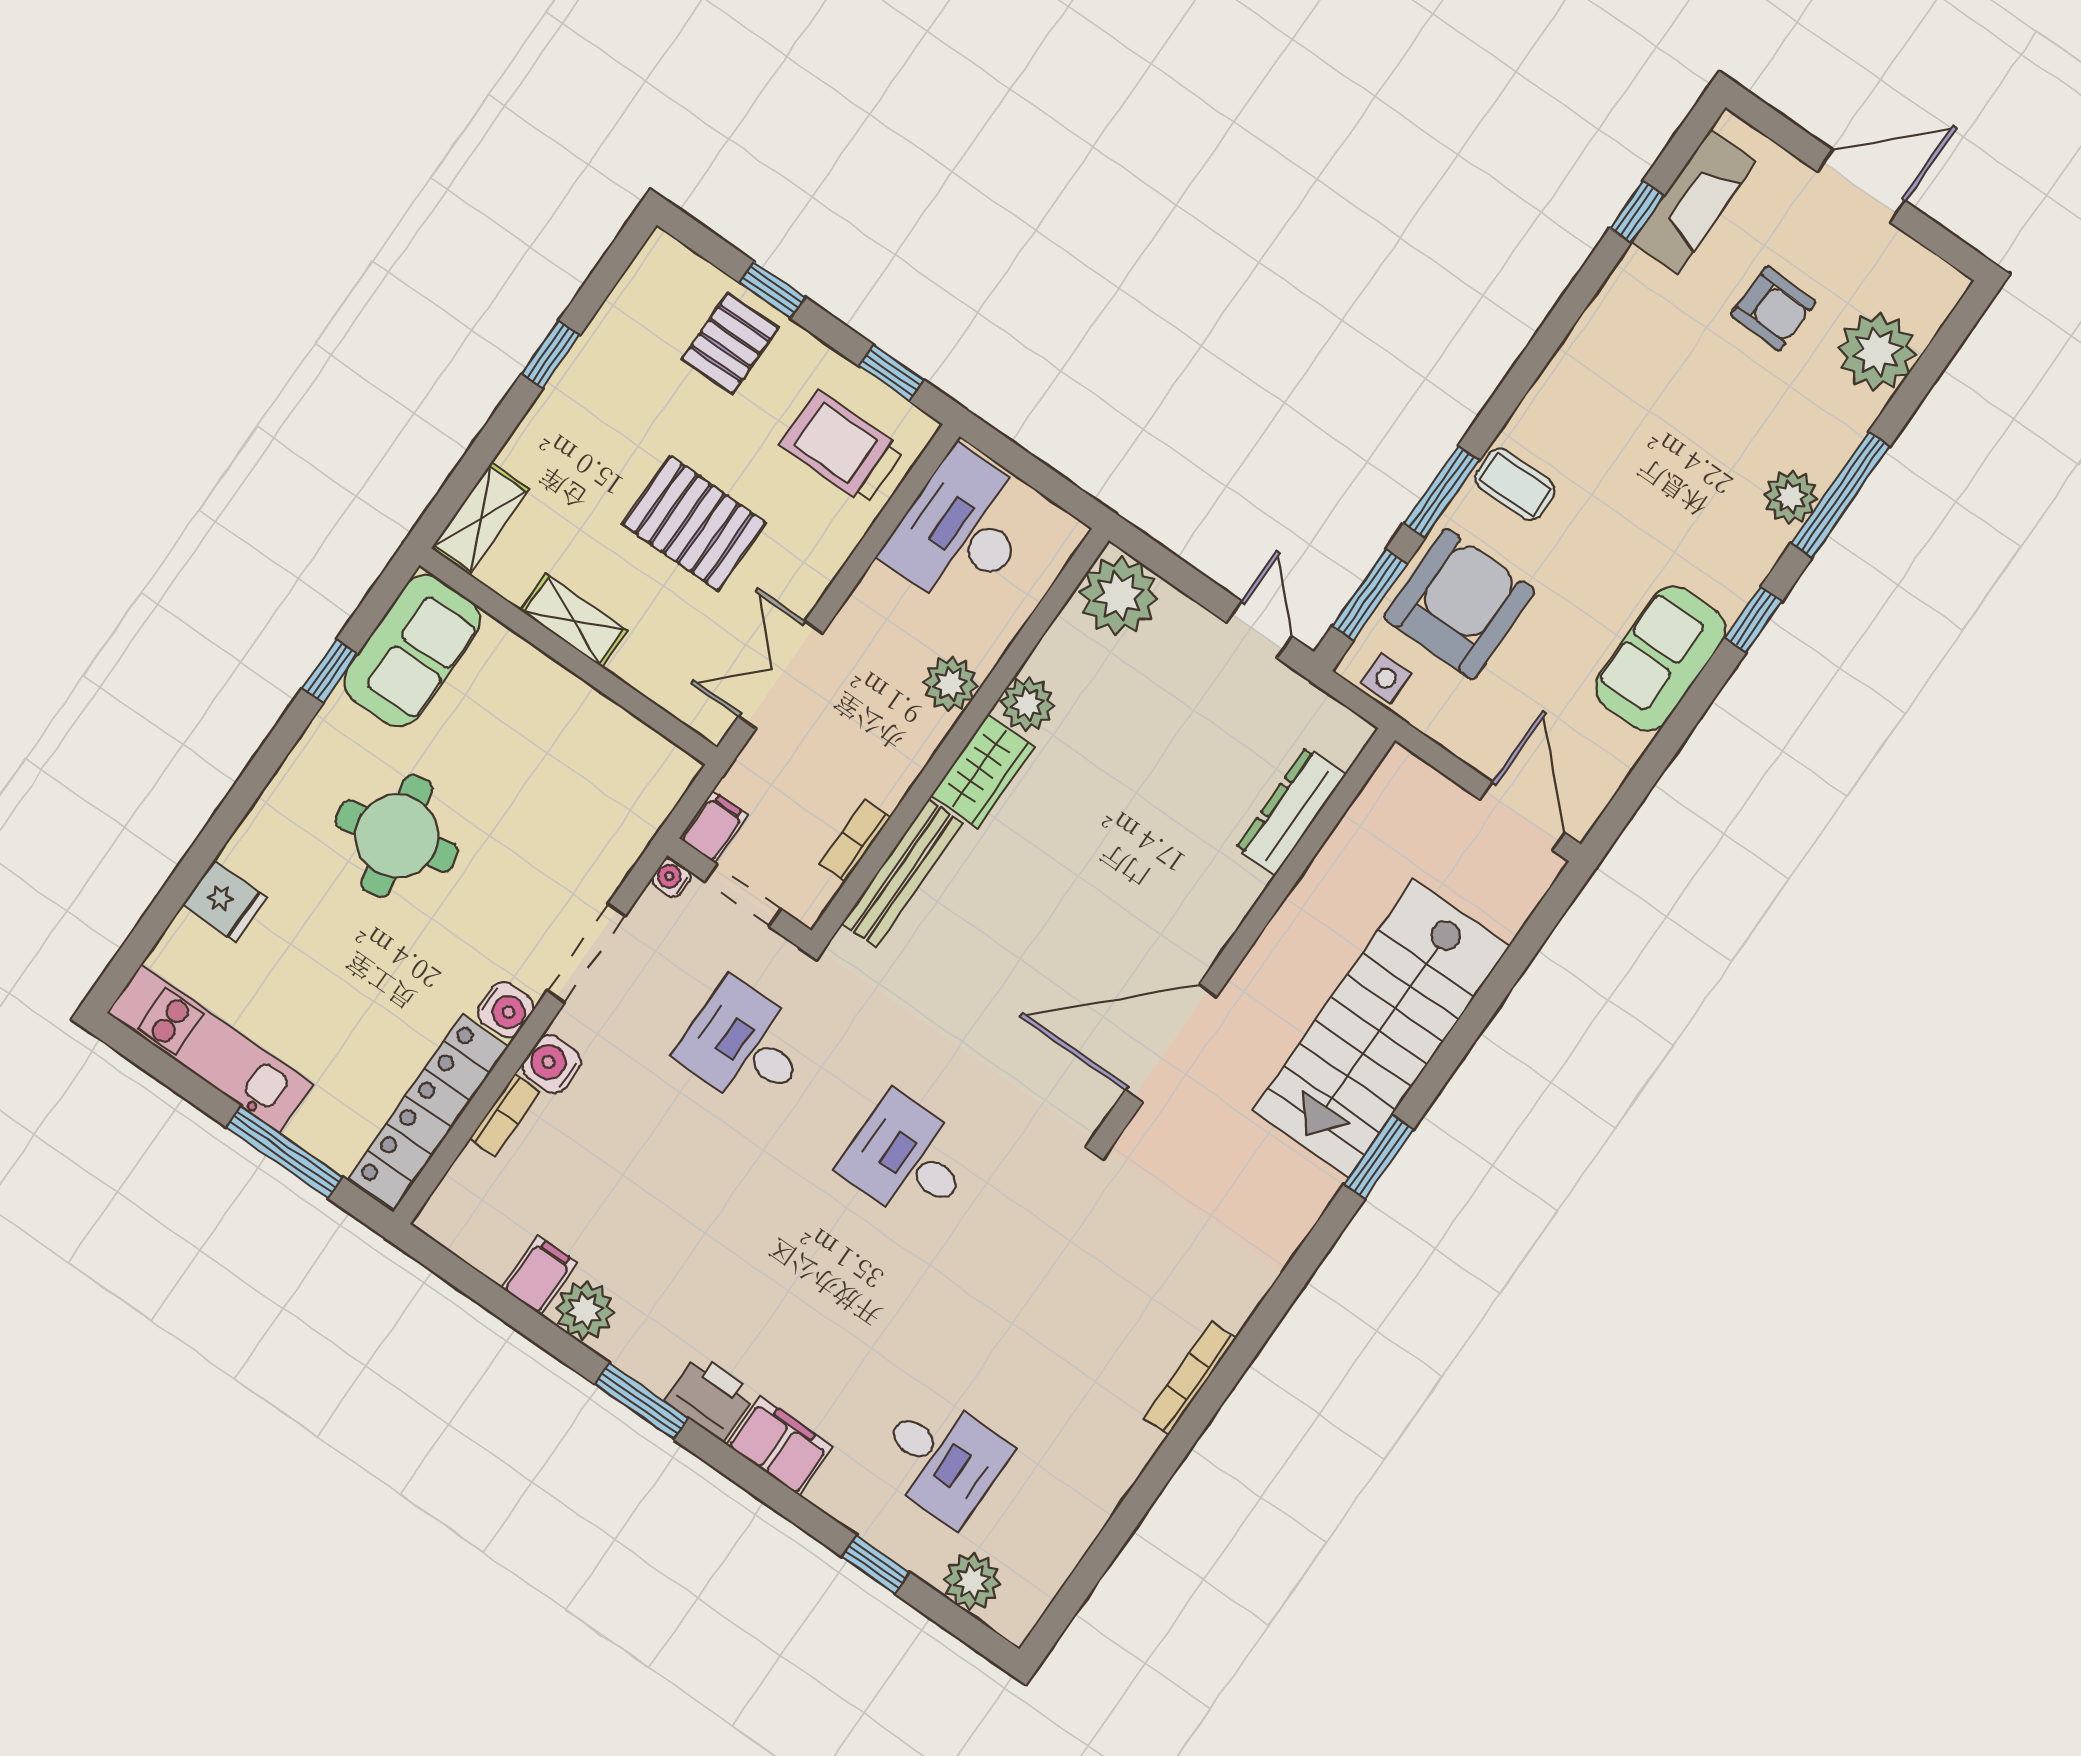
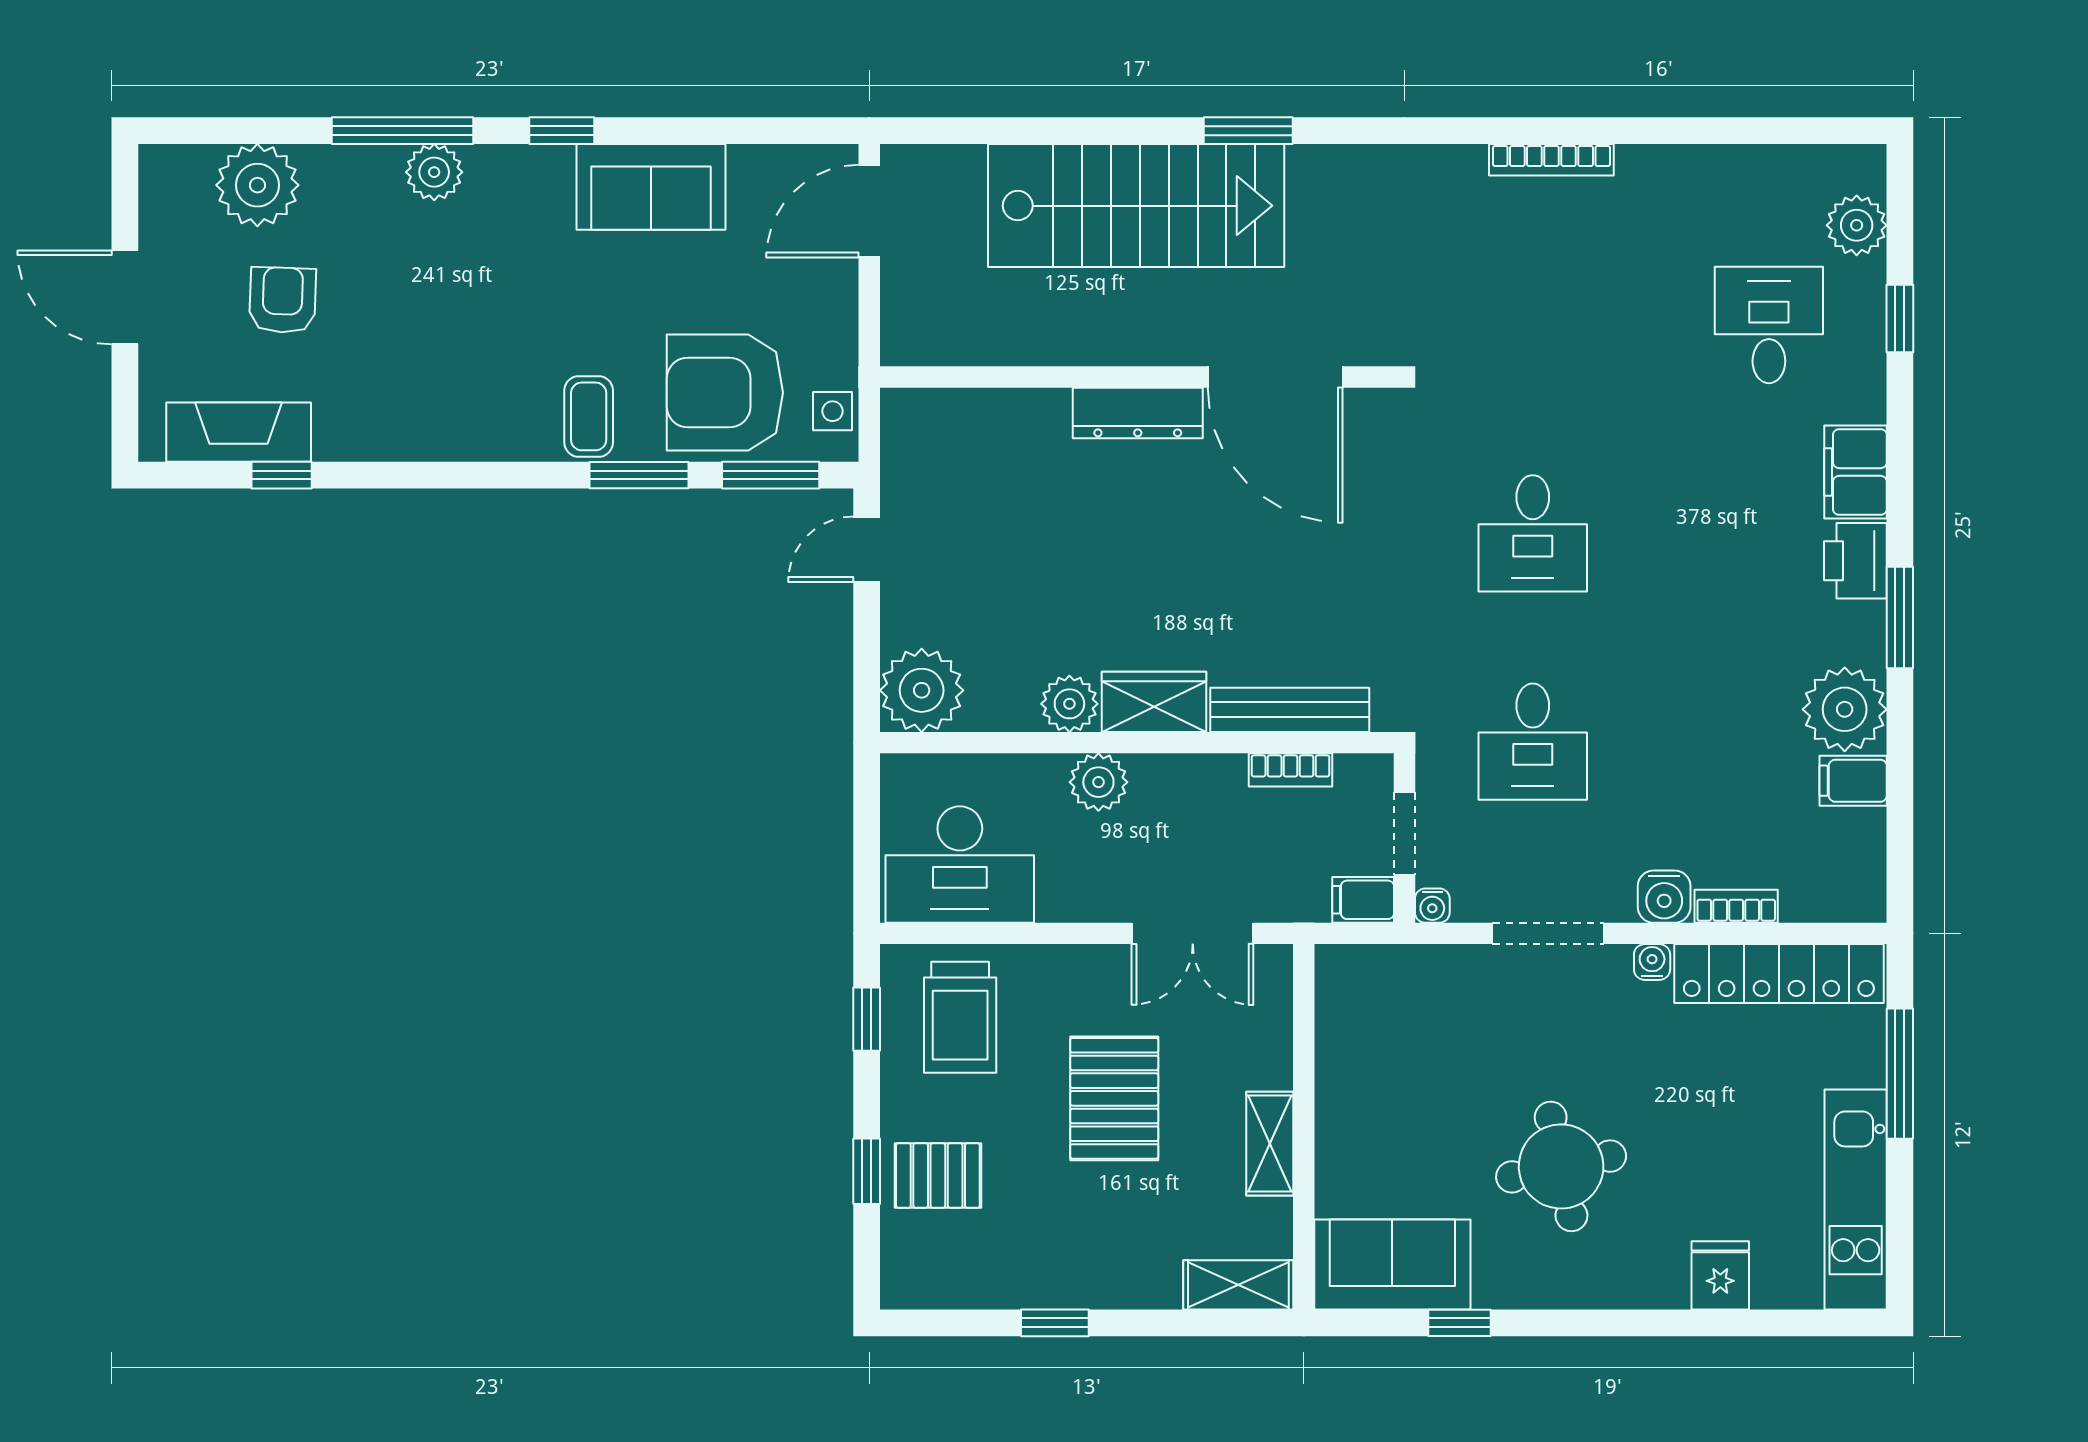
dresser: (1291, 811) -> (1138, 413), moved
water cooler: (506, 1010) -> (1652, 962), width x0.72, depth x0.72
plant: (585, 1310) -> (1845, 709), width x1.36, depth x1.36

